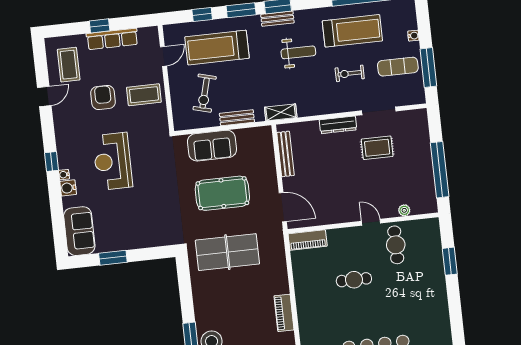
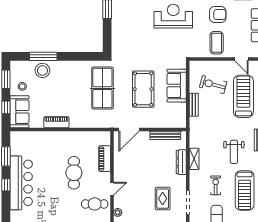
shelving: (281, 112) -> (194, 159), moved
dresser: (338, 125) -> (181, 162), moved
piano: (308, 240) -> (105, 159), moved
cafe table: (354, 280) -> (74, 173), width x1.37, depth x1.35

